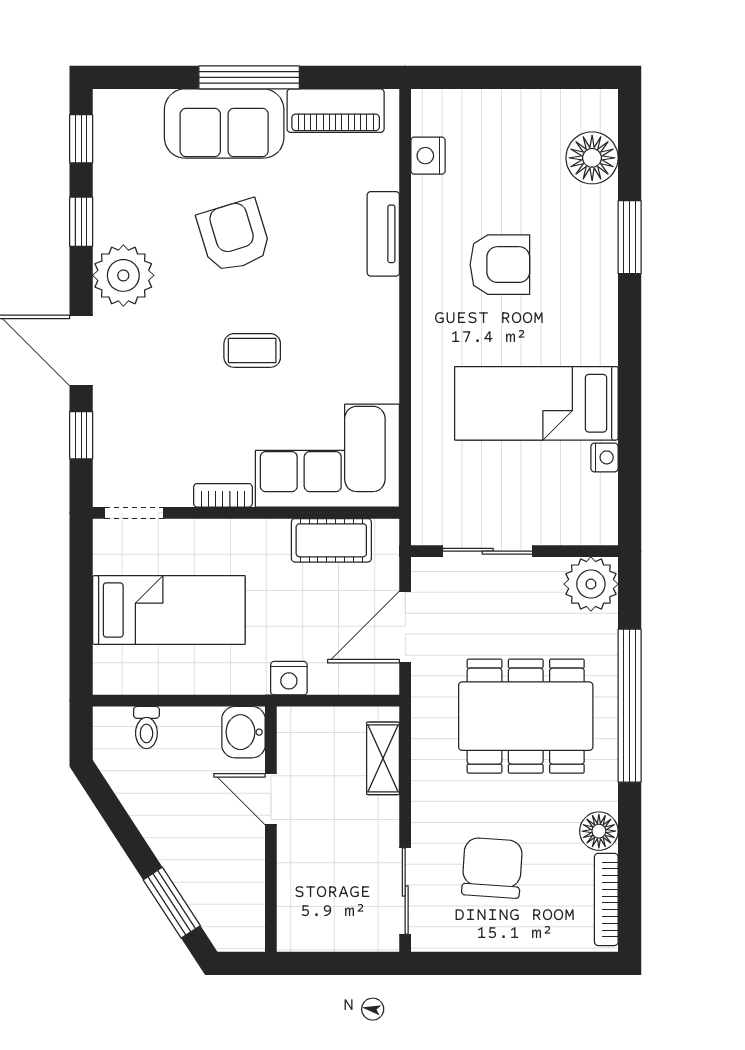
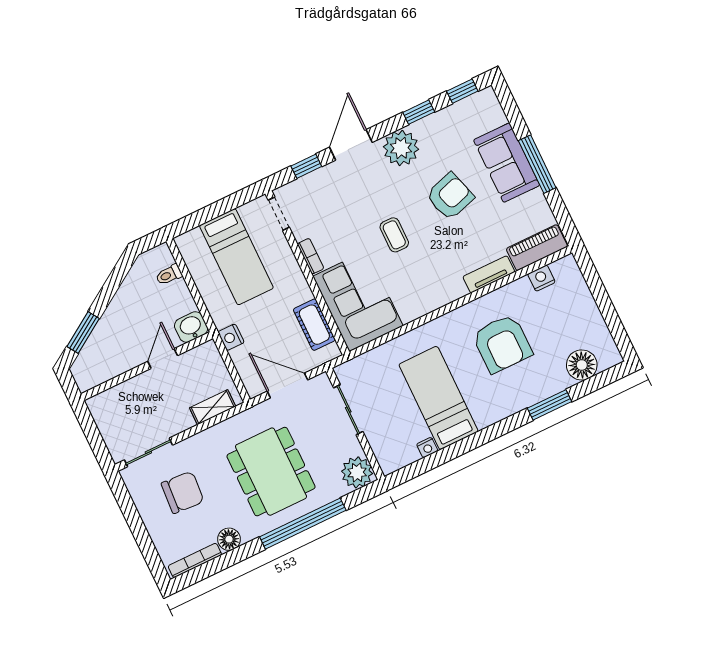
piano: (336, 111) -> (537, 248), moved, turned 90
armchair: (500, 265) -> (502, 344), width x1.36, depth x1.36

